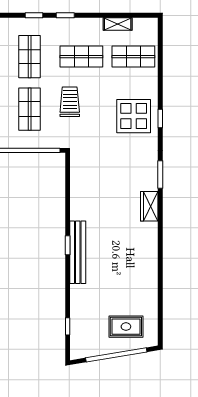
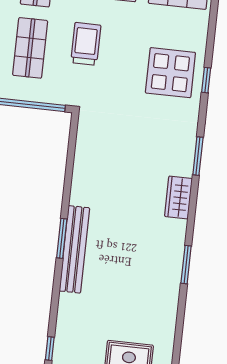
window: (68, 245) -> (62, 238), width x1.50
window: (160, 255) -> (186, 265), added

